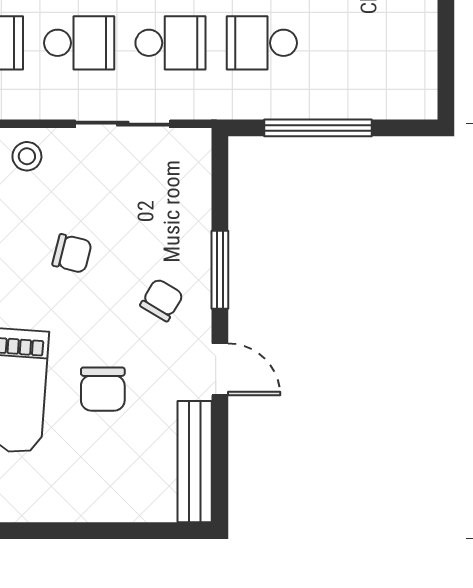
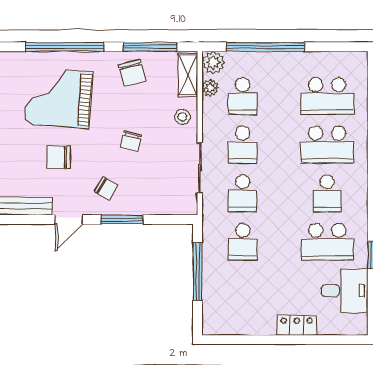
school desk: (262, 43) -> (243, 242), turned 180

